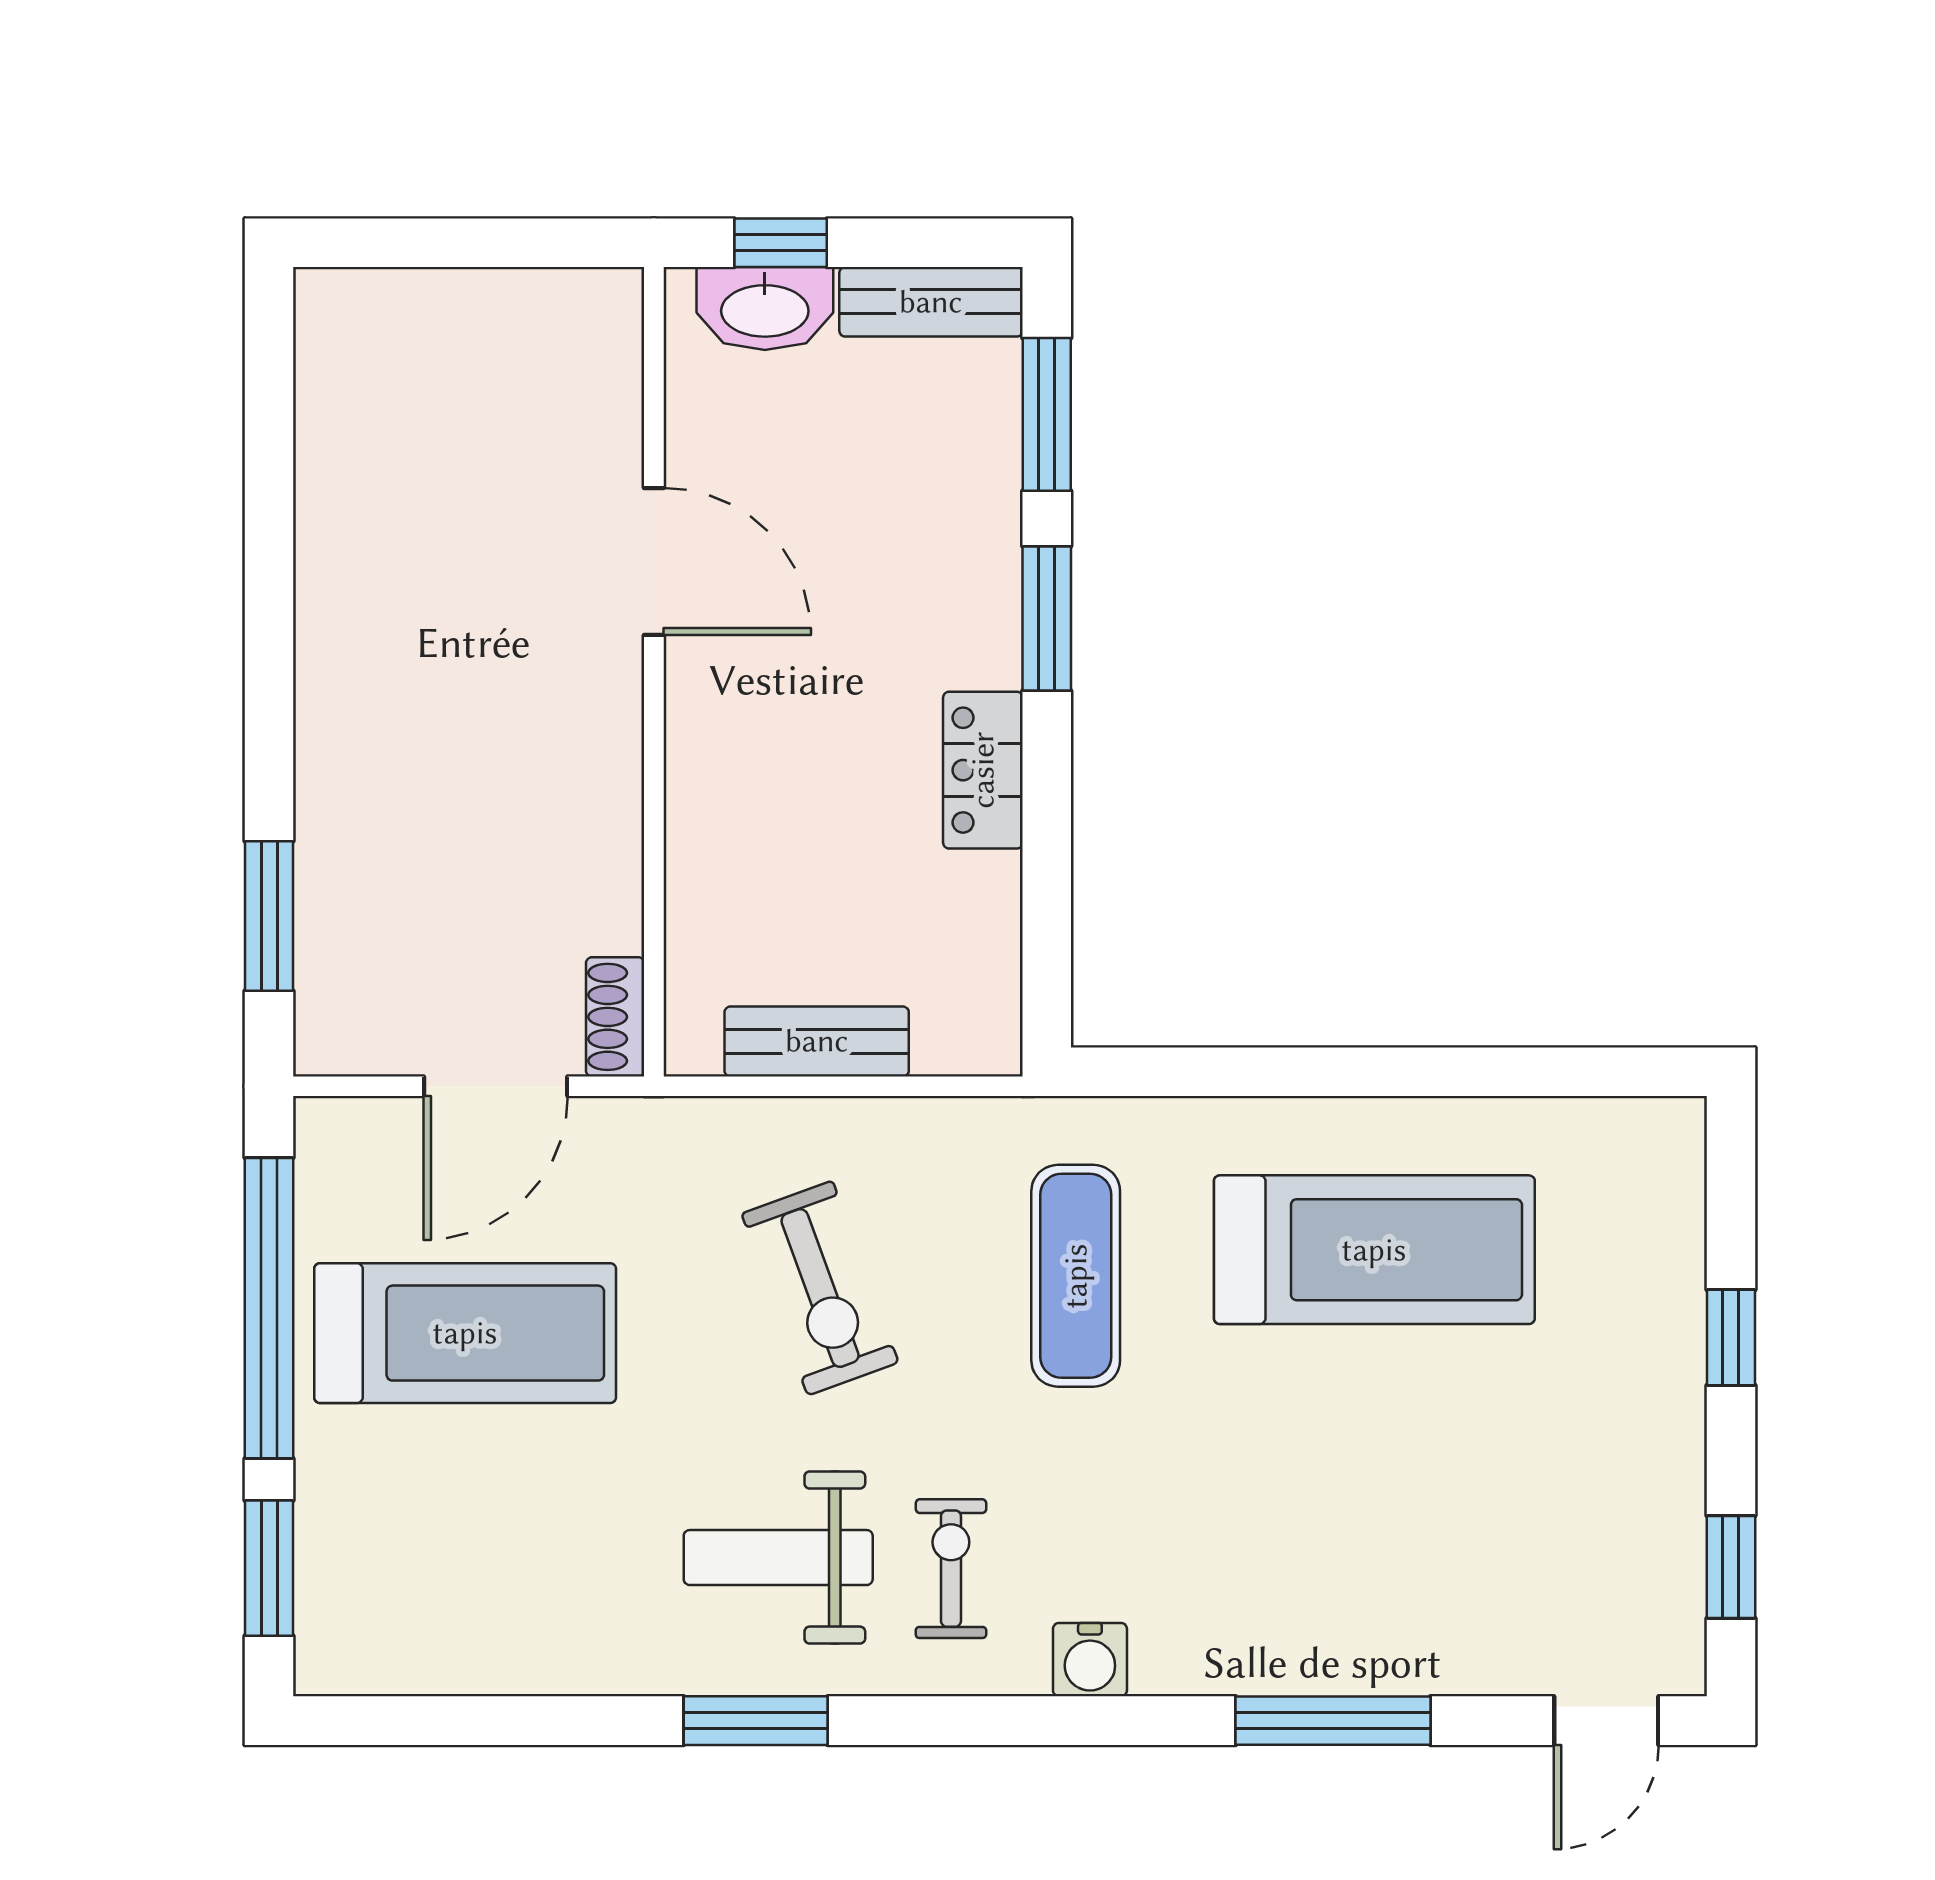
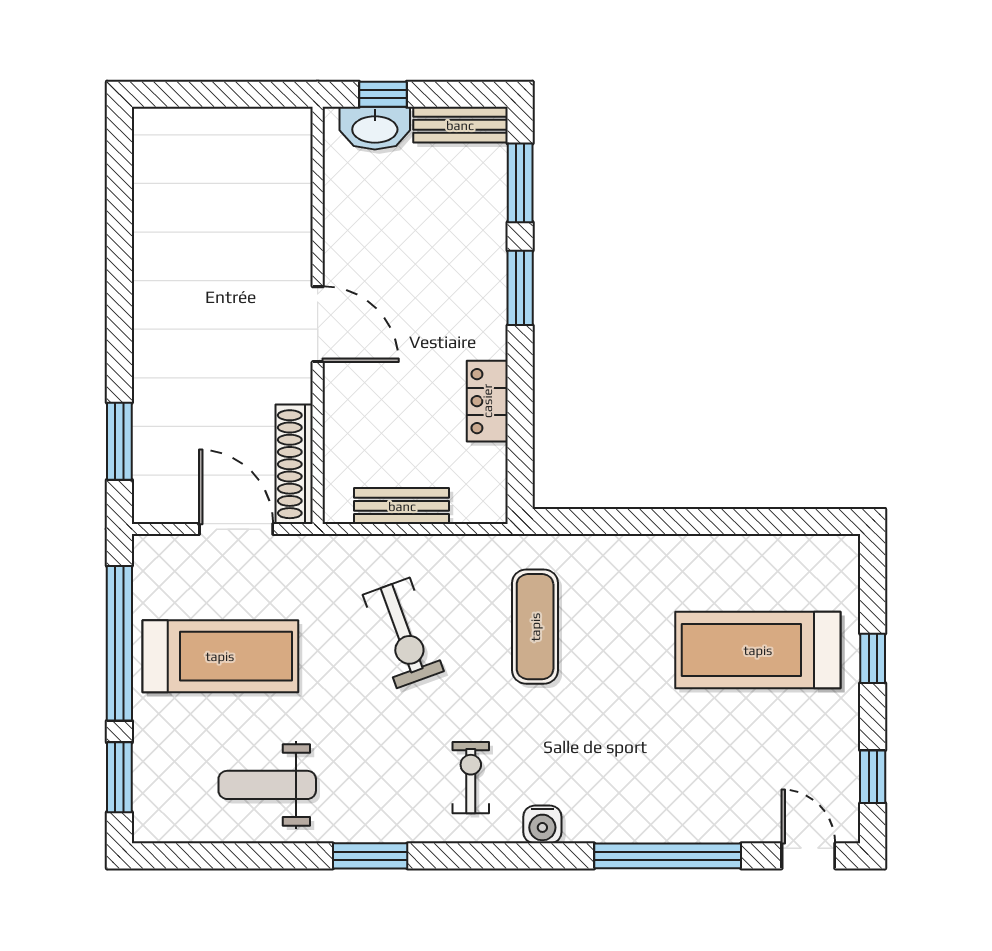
door: (654, 561) -> (318, 324), moved
locker: (983, 770) -> (487, 401), moved
shoe rack: (615, 1017) -> (294, 464), width x1.94, depth x1.24
door: (496, 1086) -> (236, 529), swing flipped
treadmill: (1374, 1250) -> (758, 650), moved, turned 180
weight bench: (778, 1558) -> (267, 785), moved
window: (1333, 1721) -> (668, 856), width x1.46
door: (1606, 1721) -> (808, 856), swing flipped

